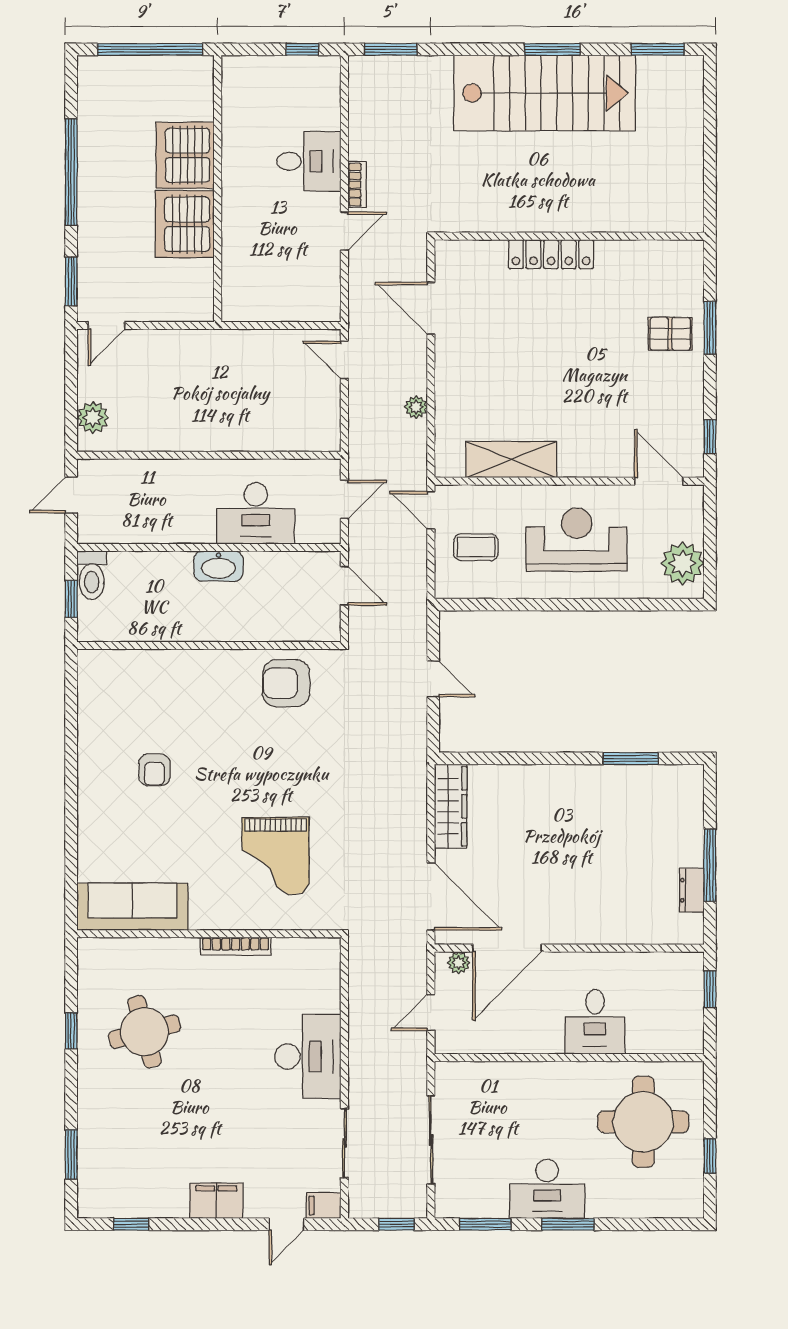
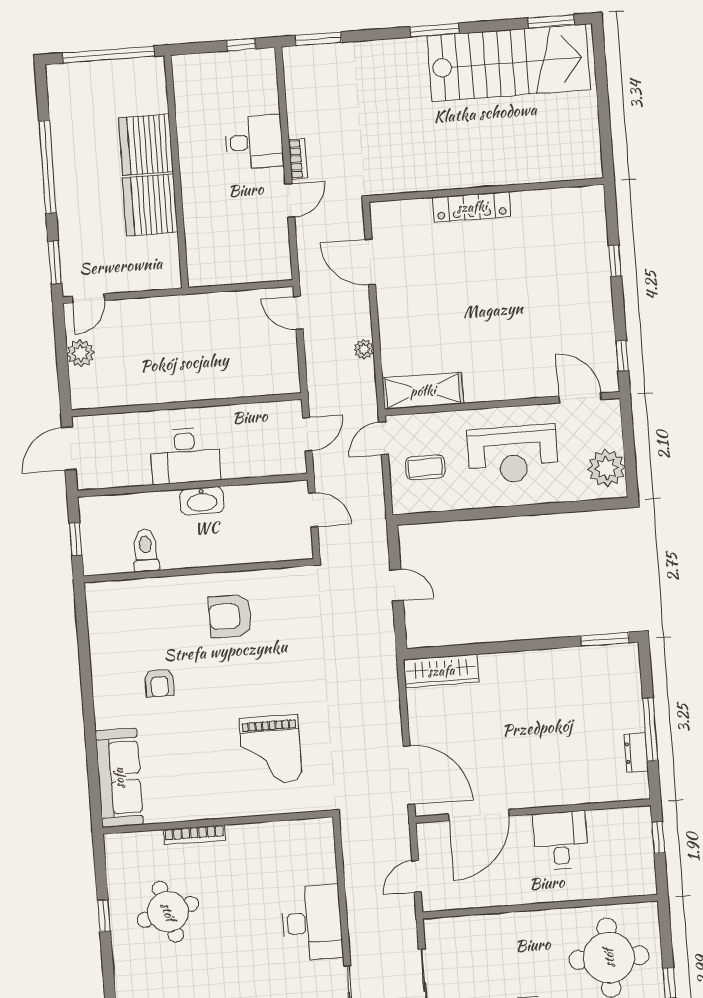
window: (552, 49) -> (434, 30), moved
stairs: (545, 93) -> (509, 63), moved
window: (710, 328) -> (615, 261), width x0.67
pallet: (670, 334) -> (581, 269), removed
plant: (93, 417) -> (81, 353), moved
shelving: (511, 460) -> (423, 391), moved
door: (71, 495) -> (69, 448), width x1.37
door: (431, 510) -> (384, 438), hinge flipped
desk: (256, 513) -> (185, 456), moved
reception desk: (577, 540) -> (513, 454), turned 180
toilet: (92, 575) -> (146, 550), moved, turned 180
armchair: (286, 683) -> (230, 616), moved
window: (631, 758) -> (605, 639), moved
wardrobe: (451, 806) -> (441, 671), moved, turned 90
sofa: (133, 907) -> (119, 778), moved, turned 90
bookcase: (236, 946) -> (194, 835), moved
plant: (459, 963) -> (437, 831), removed
desk: (595, 1022) -> (561, 840), moved, turned 180

